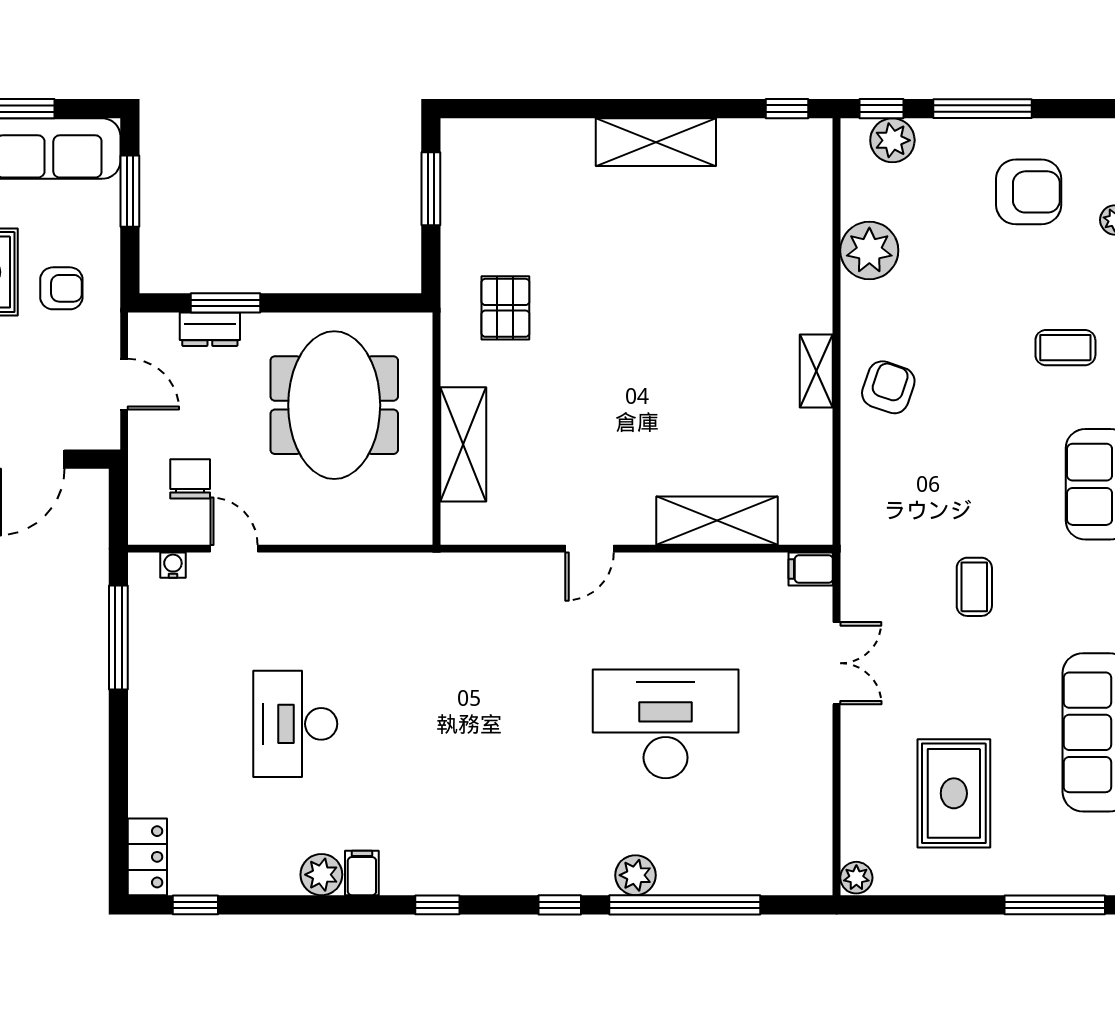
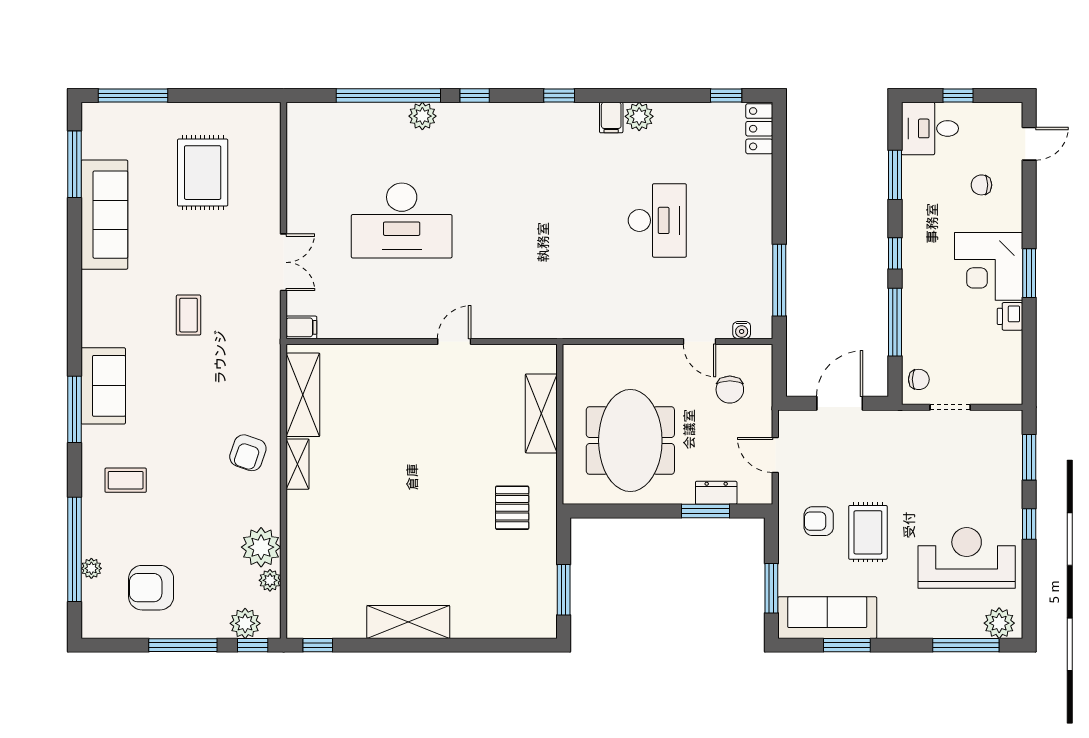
shelving: (717, 521) -> (303, 395), moved, turned 90
double door: (837, 663) -> (284, 262), swing flipped
plant: (856, 878) -> (270, 580), moved

